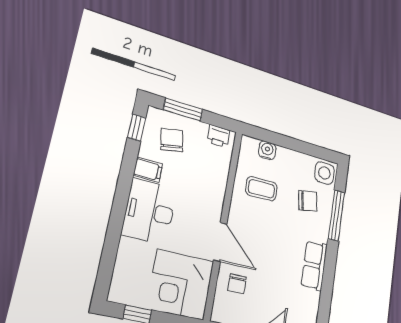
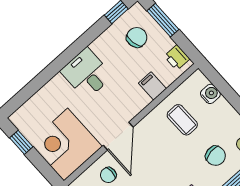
filing cabinet: (148, 170) -> (152, 86), moved, turned 180
desk: (149, 211) -> (87, 73), width x0.73

